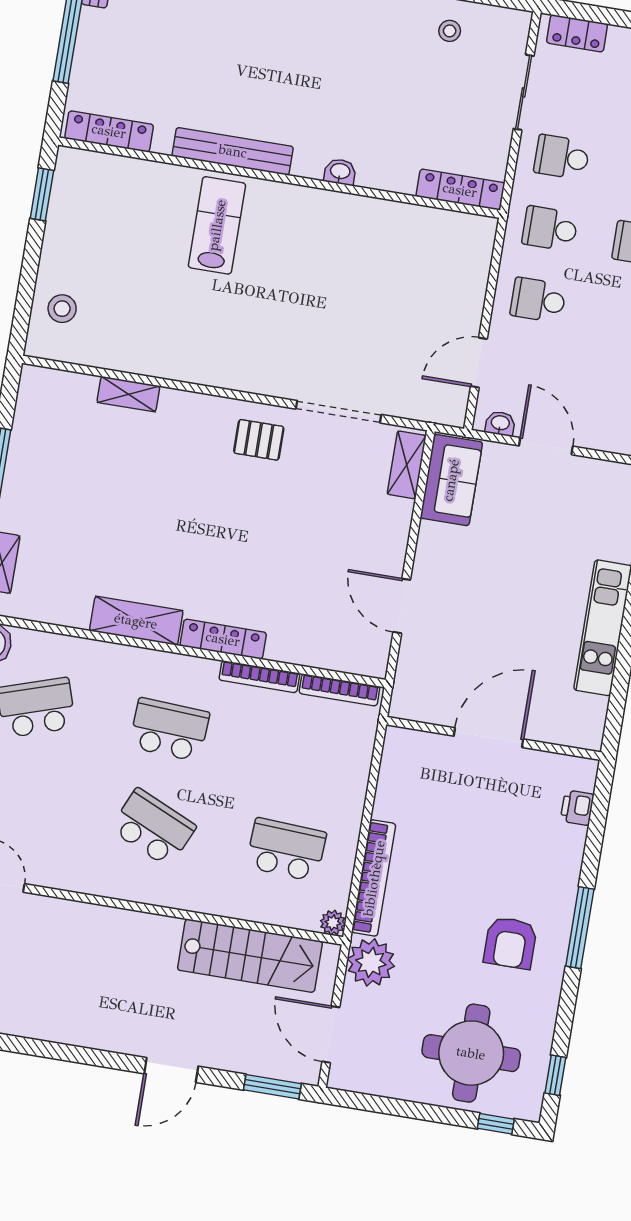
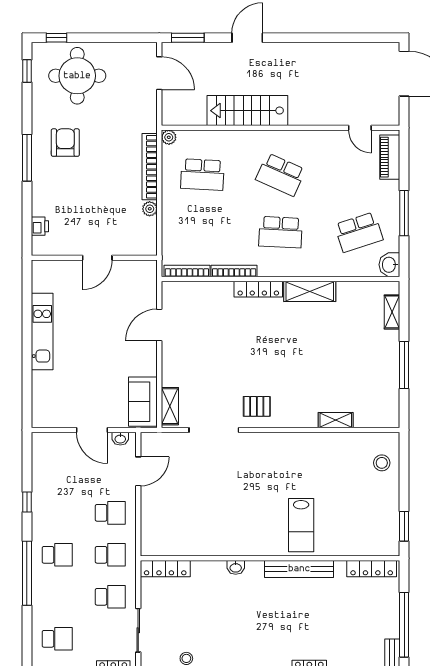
door: (402, 606) -> (159, 325), swing flipped
door: (489, 738) -> (97, 258), width x0.73
stairs: (250, 956) -> (247, 111), moved
plant: (371, 962) -> (150, 209), moved, width x0.53, depth x0.53

